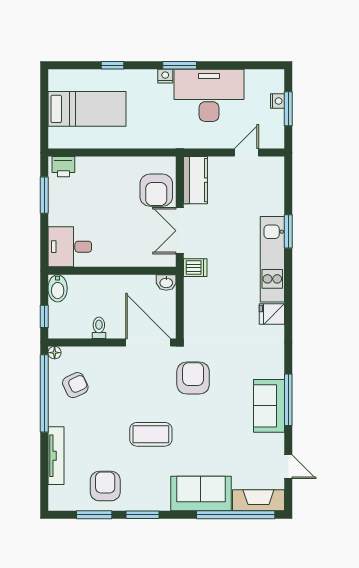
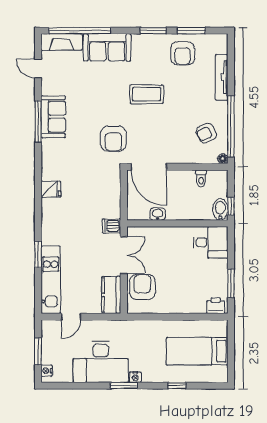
nightstand: (277, 101) -> (47, 371), moved
kitchen unit: (272, 259) -> (51, 280), moved
washbasin: (166, 282) -> (158, 214), moved
window: (44, 316) -> (231, 206), moved
toilet: (99, 328) -> (201, 178), moved

